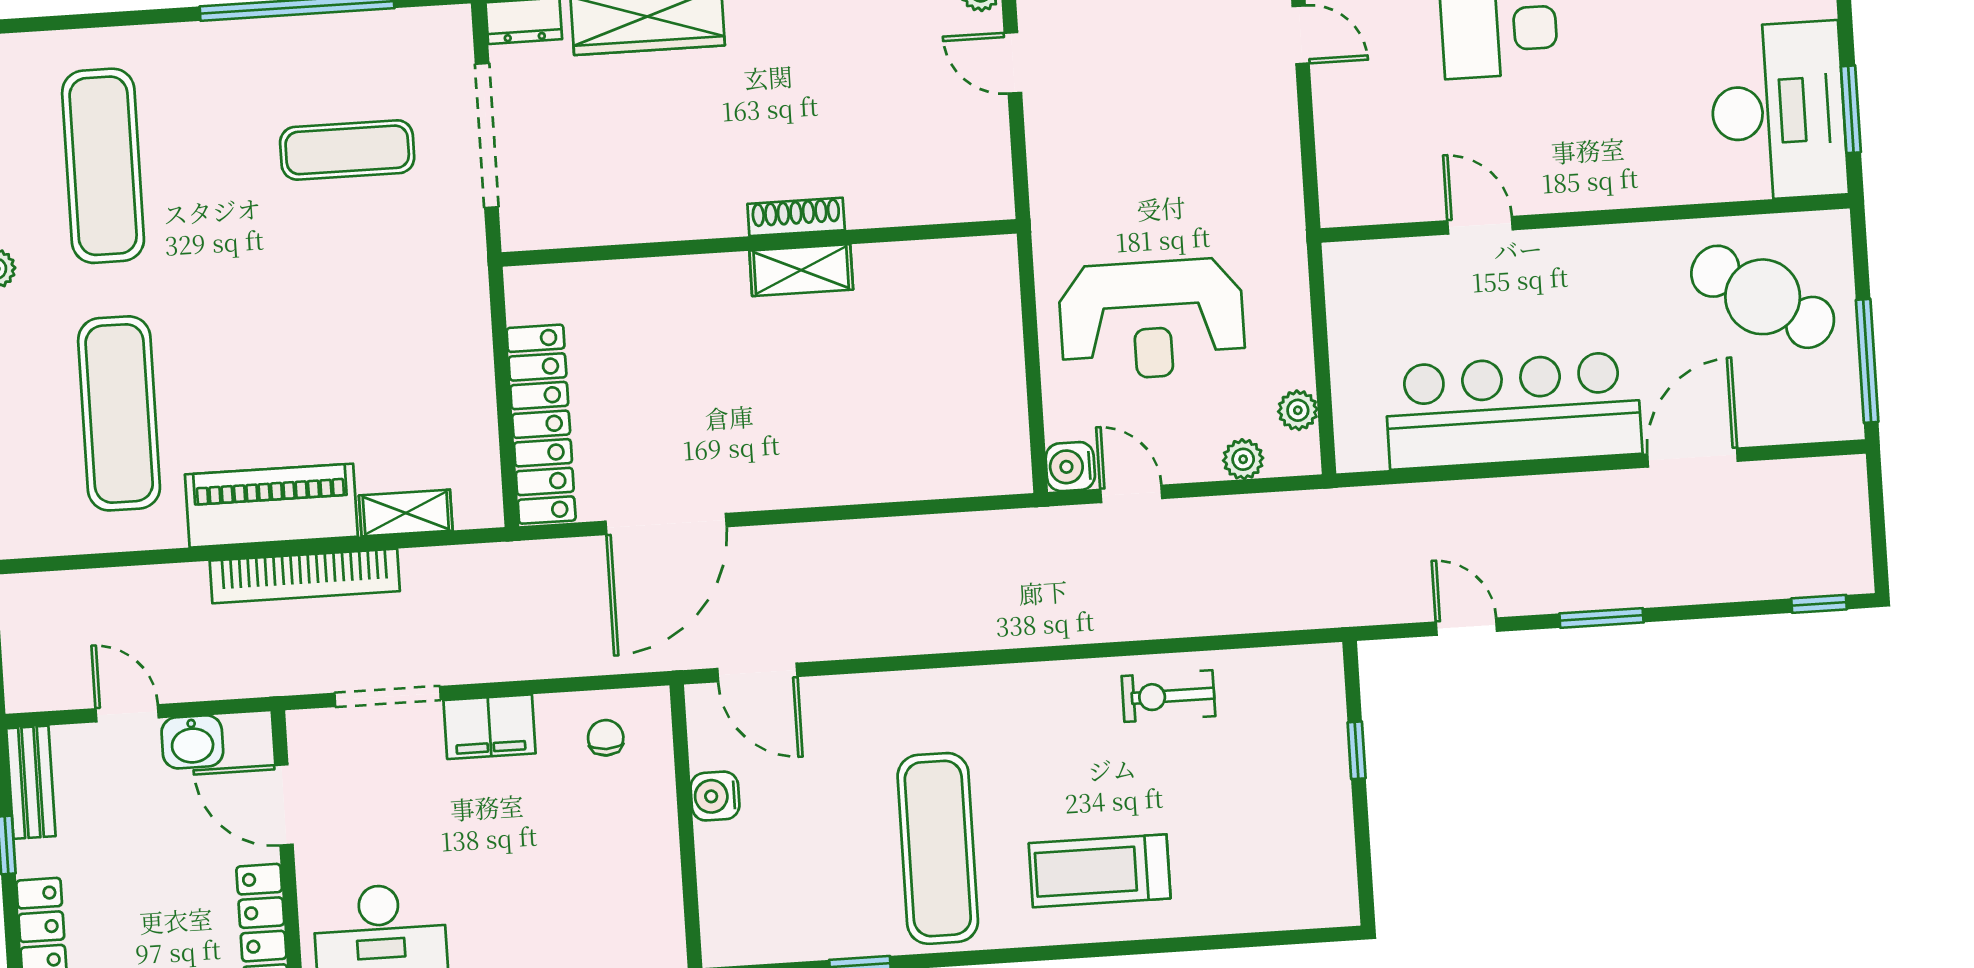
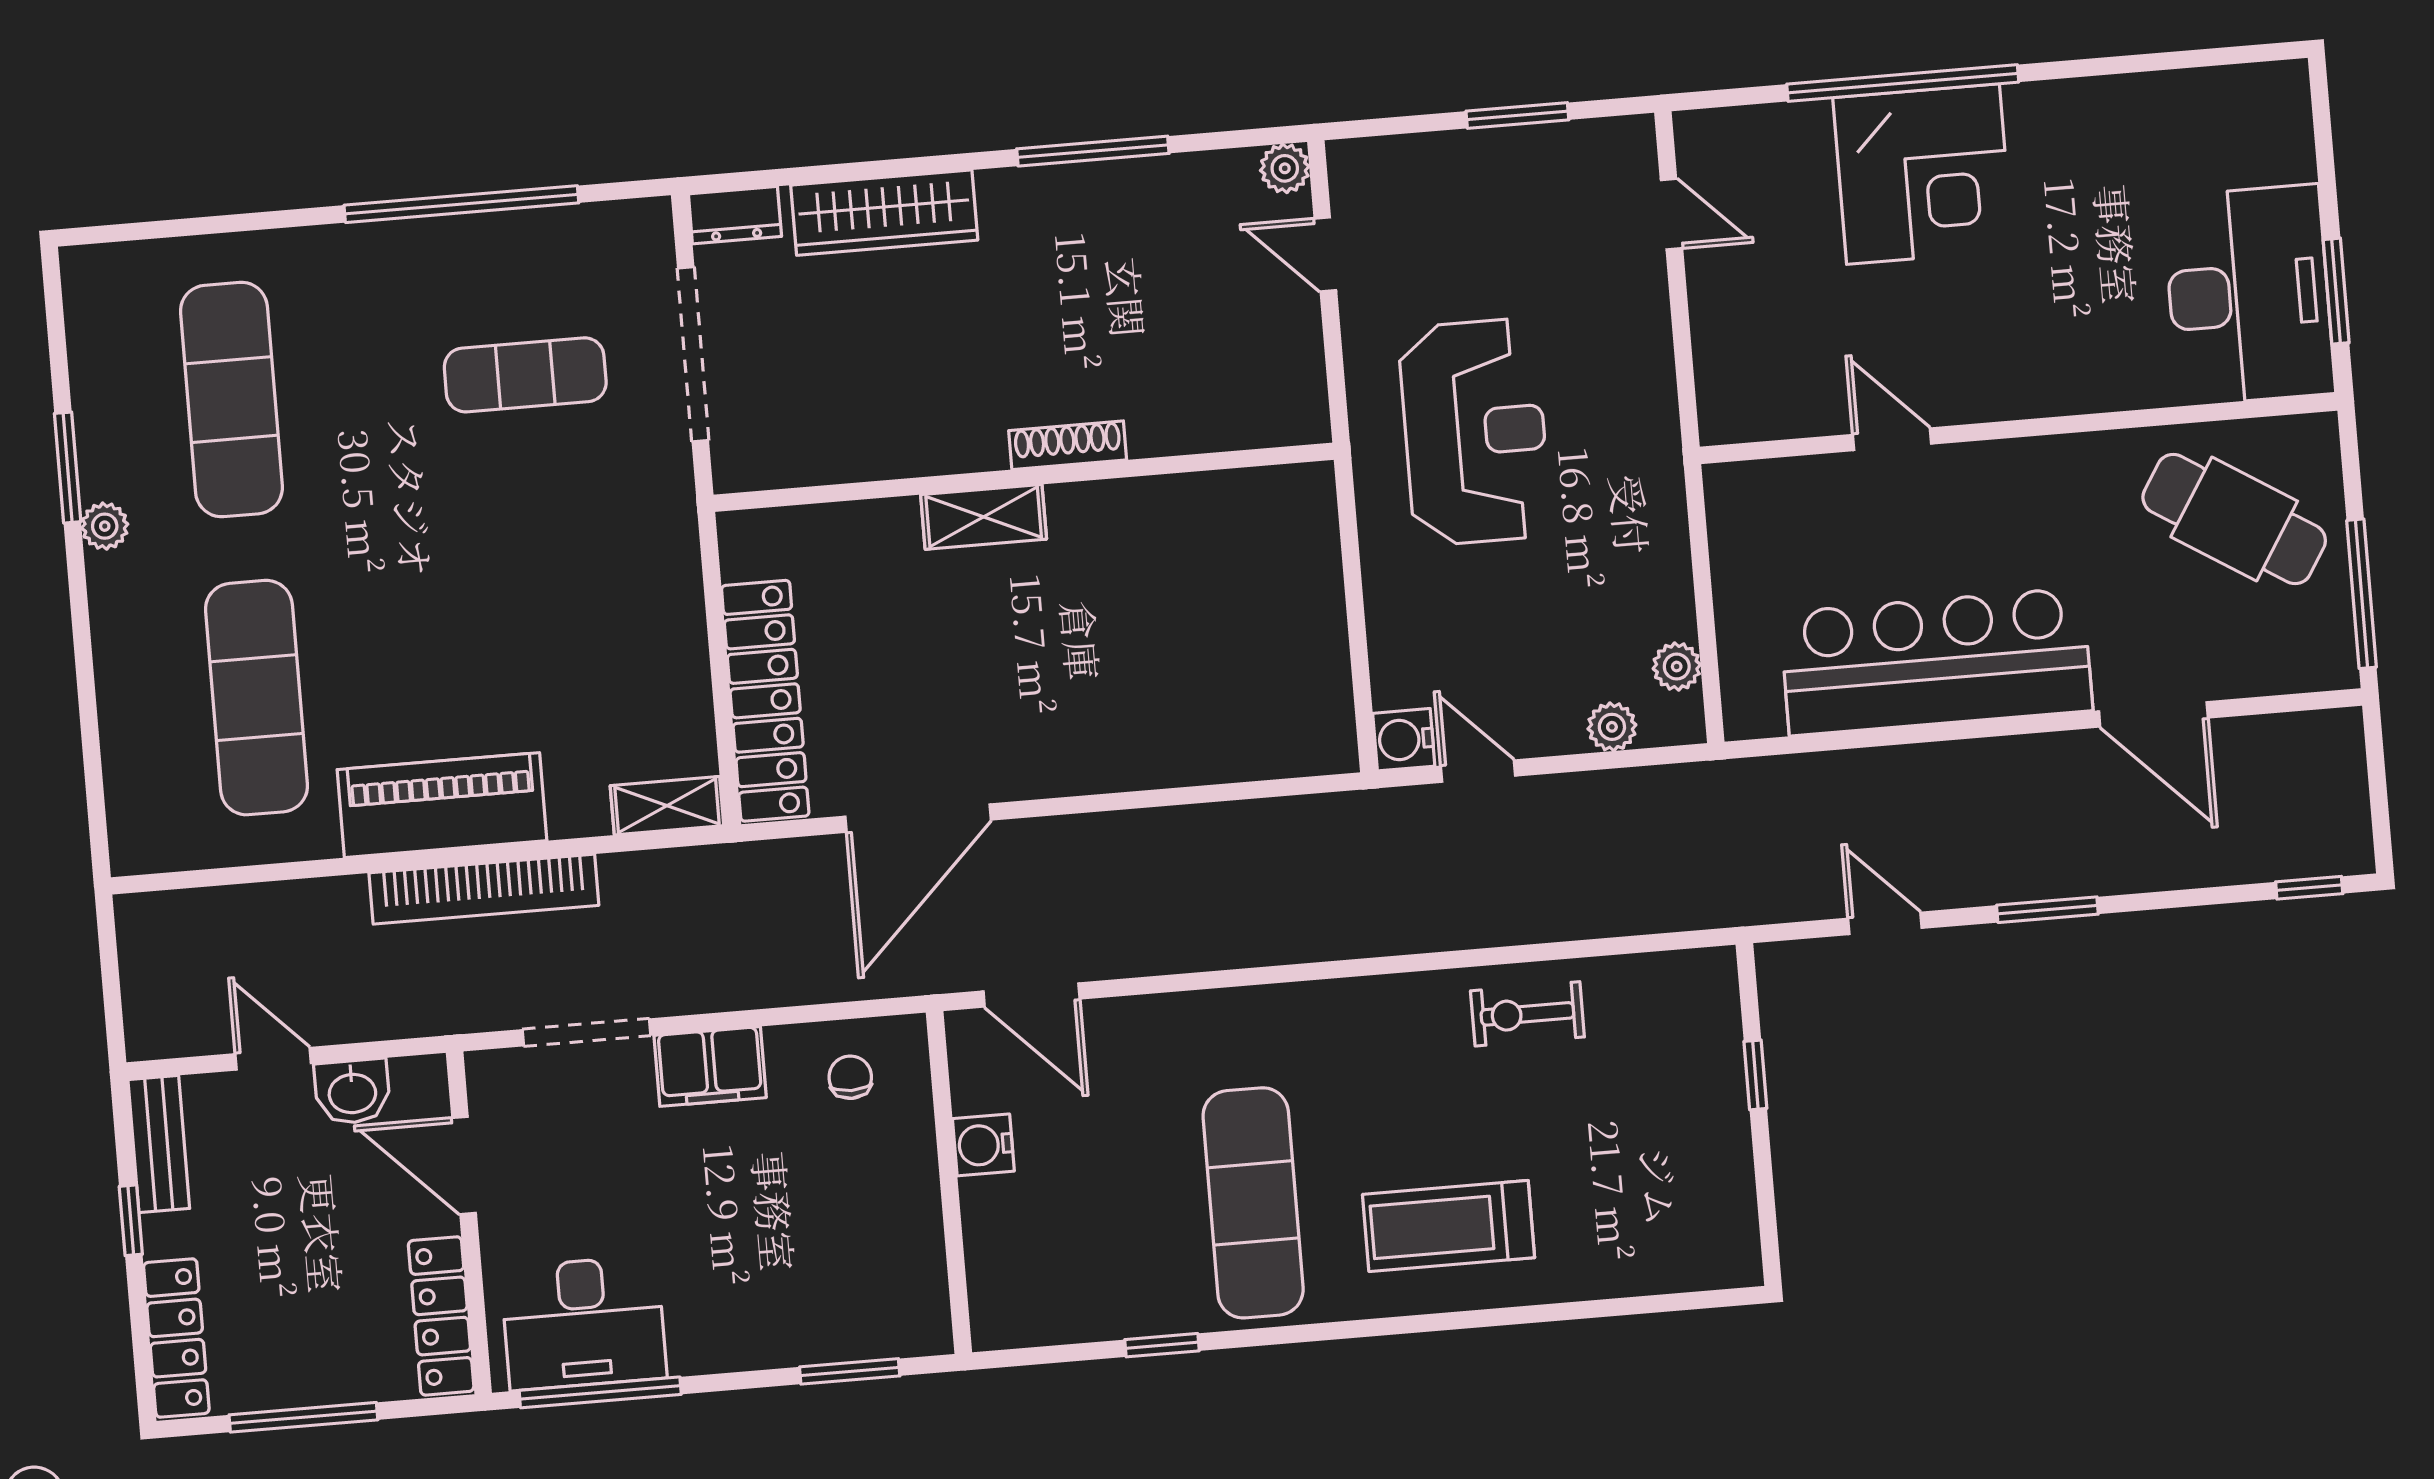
shelving: (801, 270) -> (984, 517), moved
reception desk: (1152, 319) -> (1475, 432), moved, turned -90
door: (1693, 458) -> (2153, 714), swing flipped
shelving: (406, 513) -> (667, 806), moved

